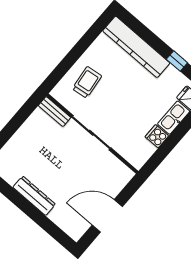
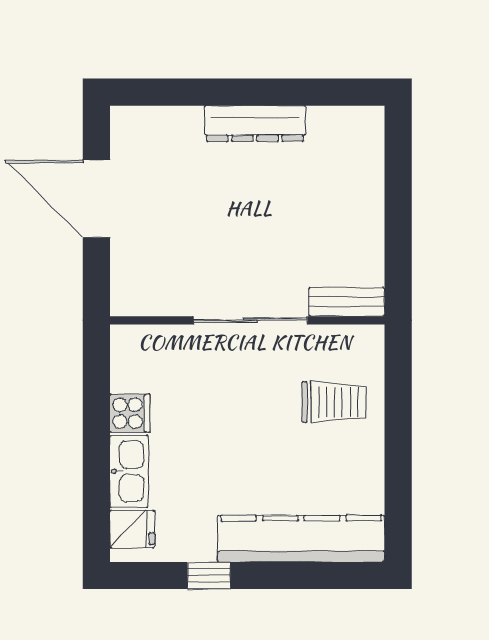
trolley: (87, 82) -> (334, 402), turned -83
door: (107, 216) -> (96, 199), swing flipped

